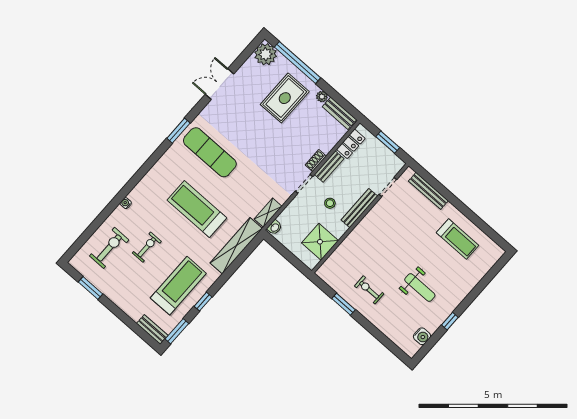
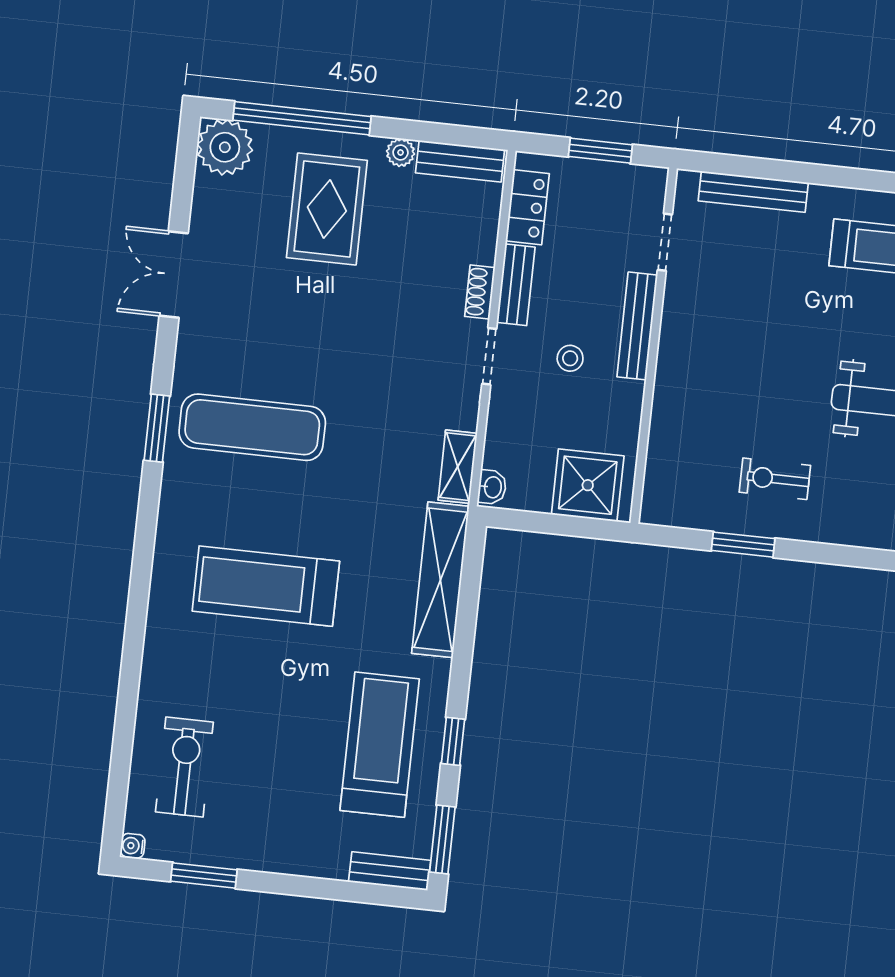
water cooler: (126, 203) -> (133, 846), moved
treadmill: (197, 209) -> (266, 586), moved
shower: (320, 242) -> (588, 485), moved
exercise bike: (147, 247) -> (260, 711), removed

